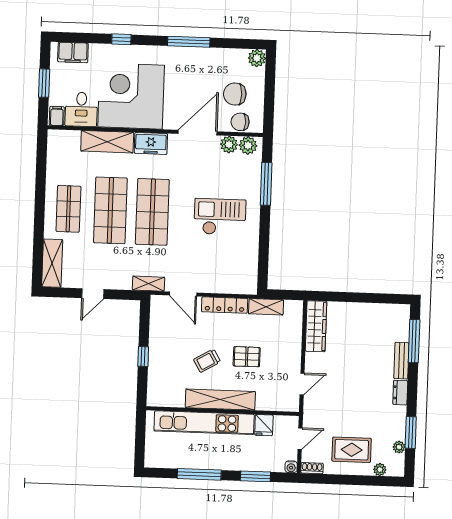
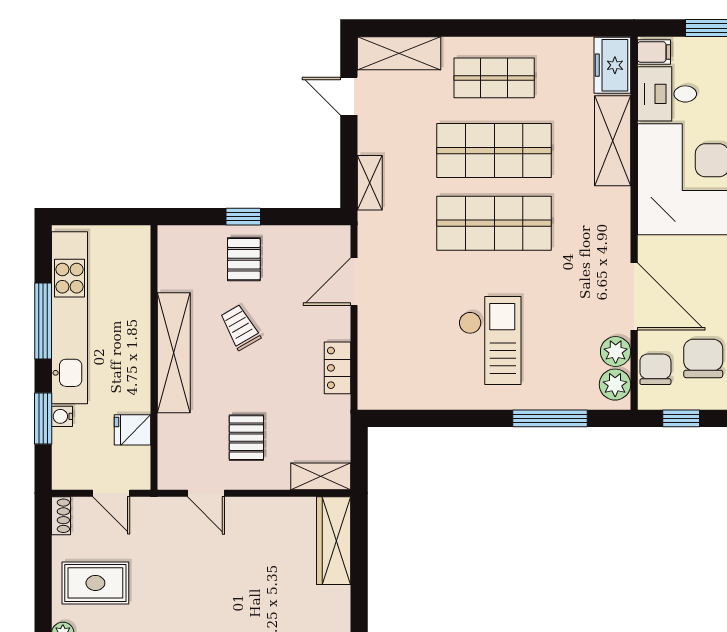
window: (269, 108) -> (681, 418), added
freezer: (151, 143) -> (612, 65), moved
shelving: (149, 284) -> (370, 183), moved
door: (93, 294) -> (349, 96), moved
locker: (225, 305) -> (338, 368), width x0.66
shelving: (266, 307) -> (321, 476), moved, turned 90
wardrobe: (316, 326) -> (334, 541), moved, turned 90
pallet: (168, 357) -> (244, 259), added
pallet: (247, 357) -> (246, 438), moved
kitchen unit: (204, 423) -> (69, 318), moved, turned 180
rug: (352, 450) -> (95, 583), turned 90
water cooler: (291, 467) -> (62, 416), moved

